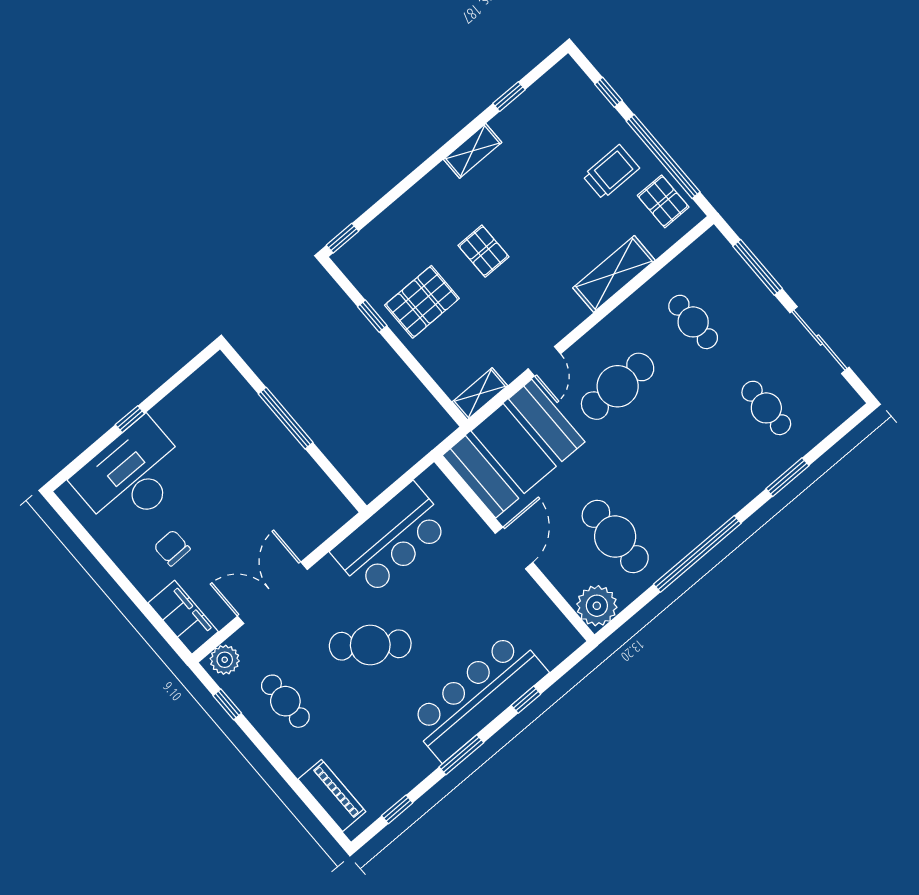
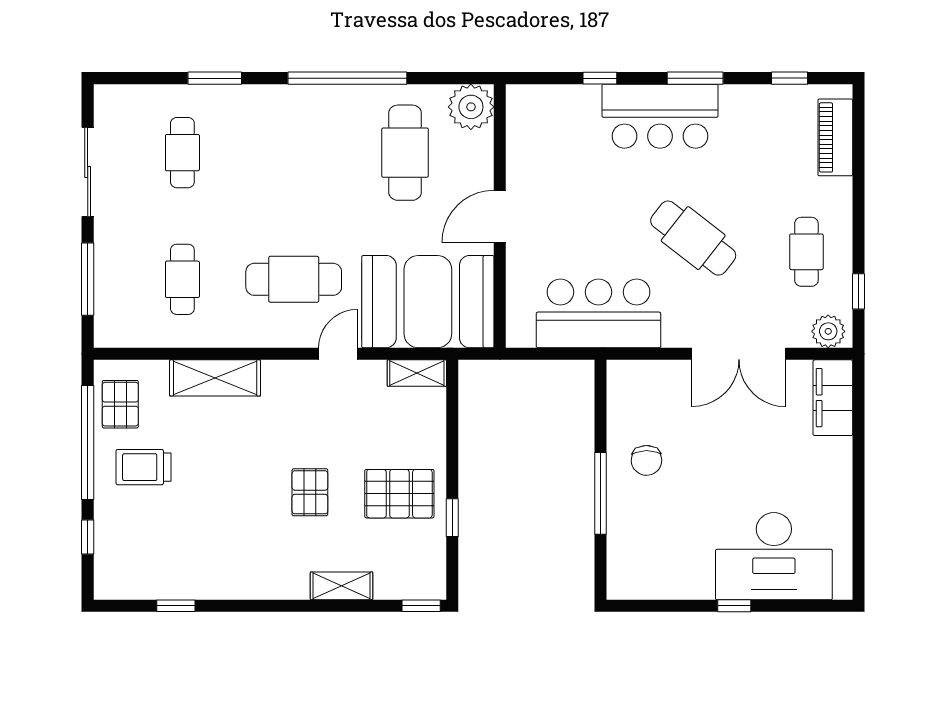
shelving: (473, 151) -> (342, 586), moved
chair: (172, 548) -> (646, 460), moved
bar counter: (477, 696) -> (660, 116), width x0.73

